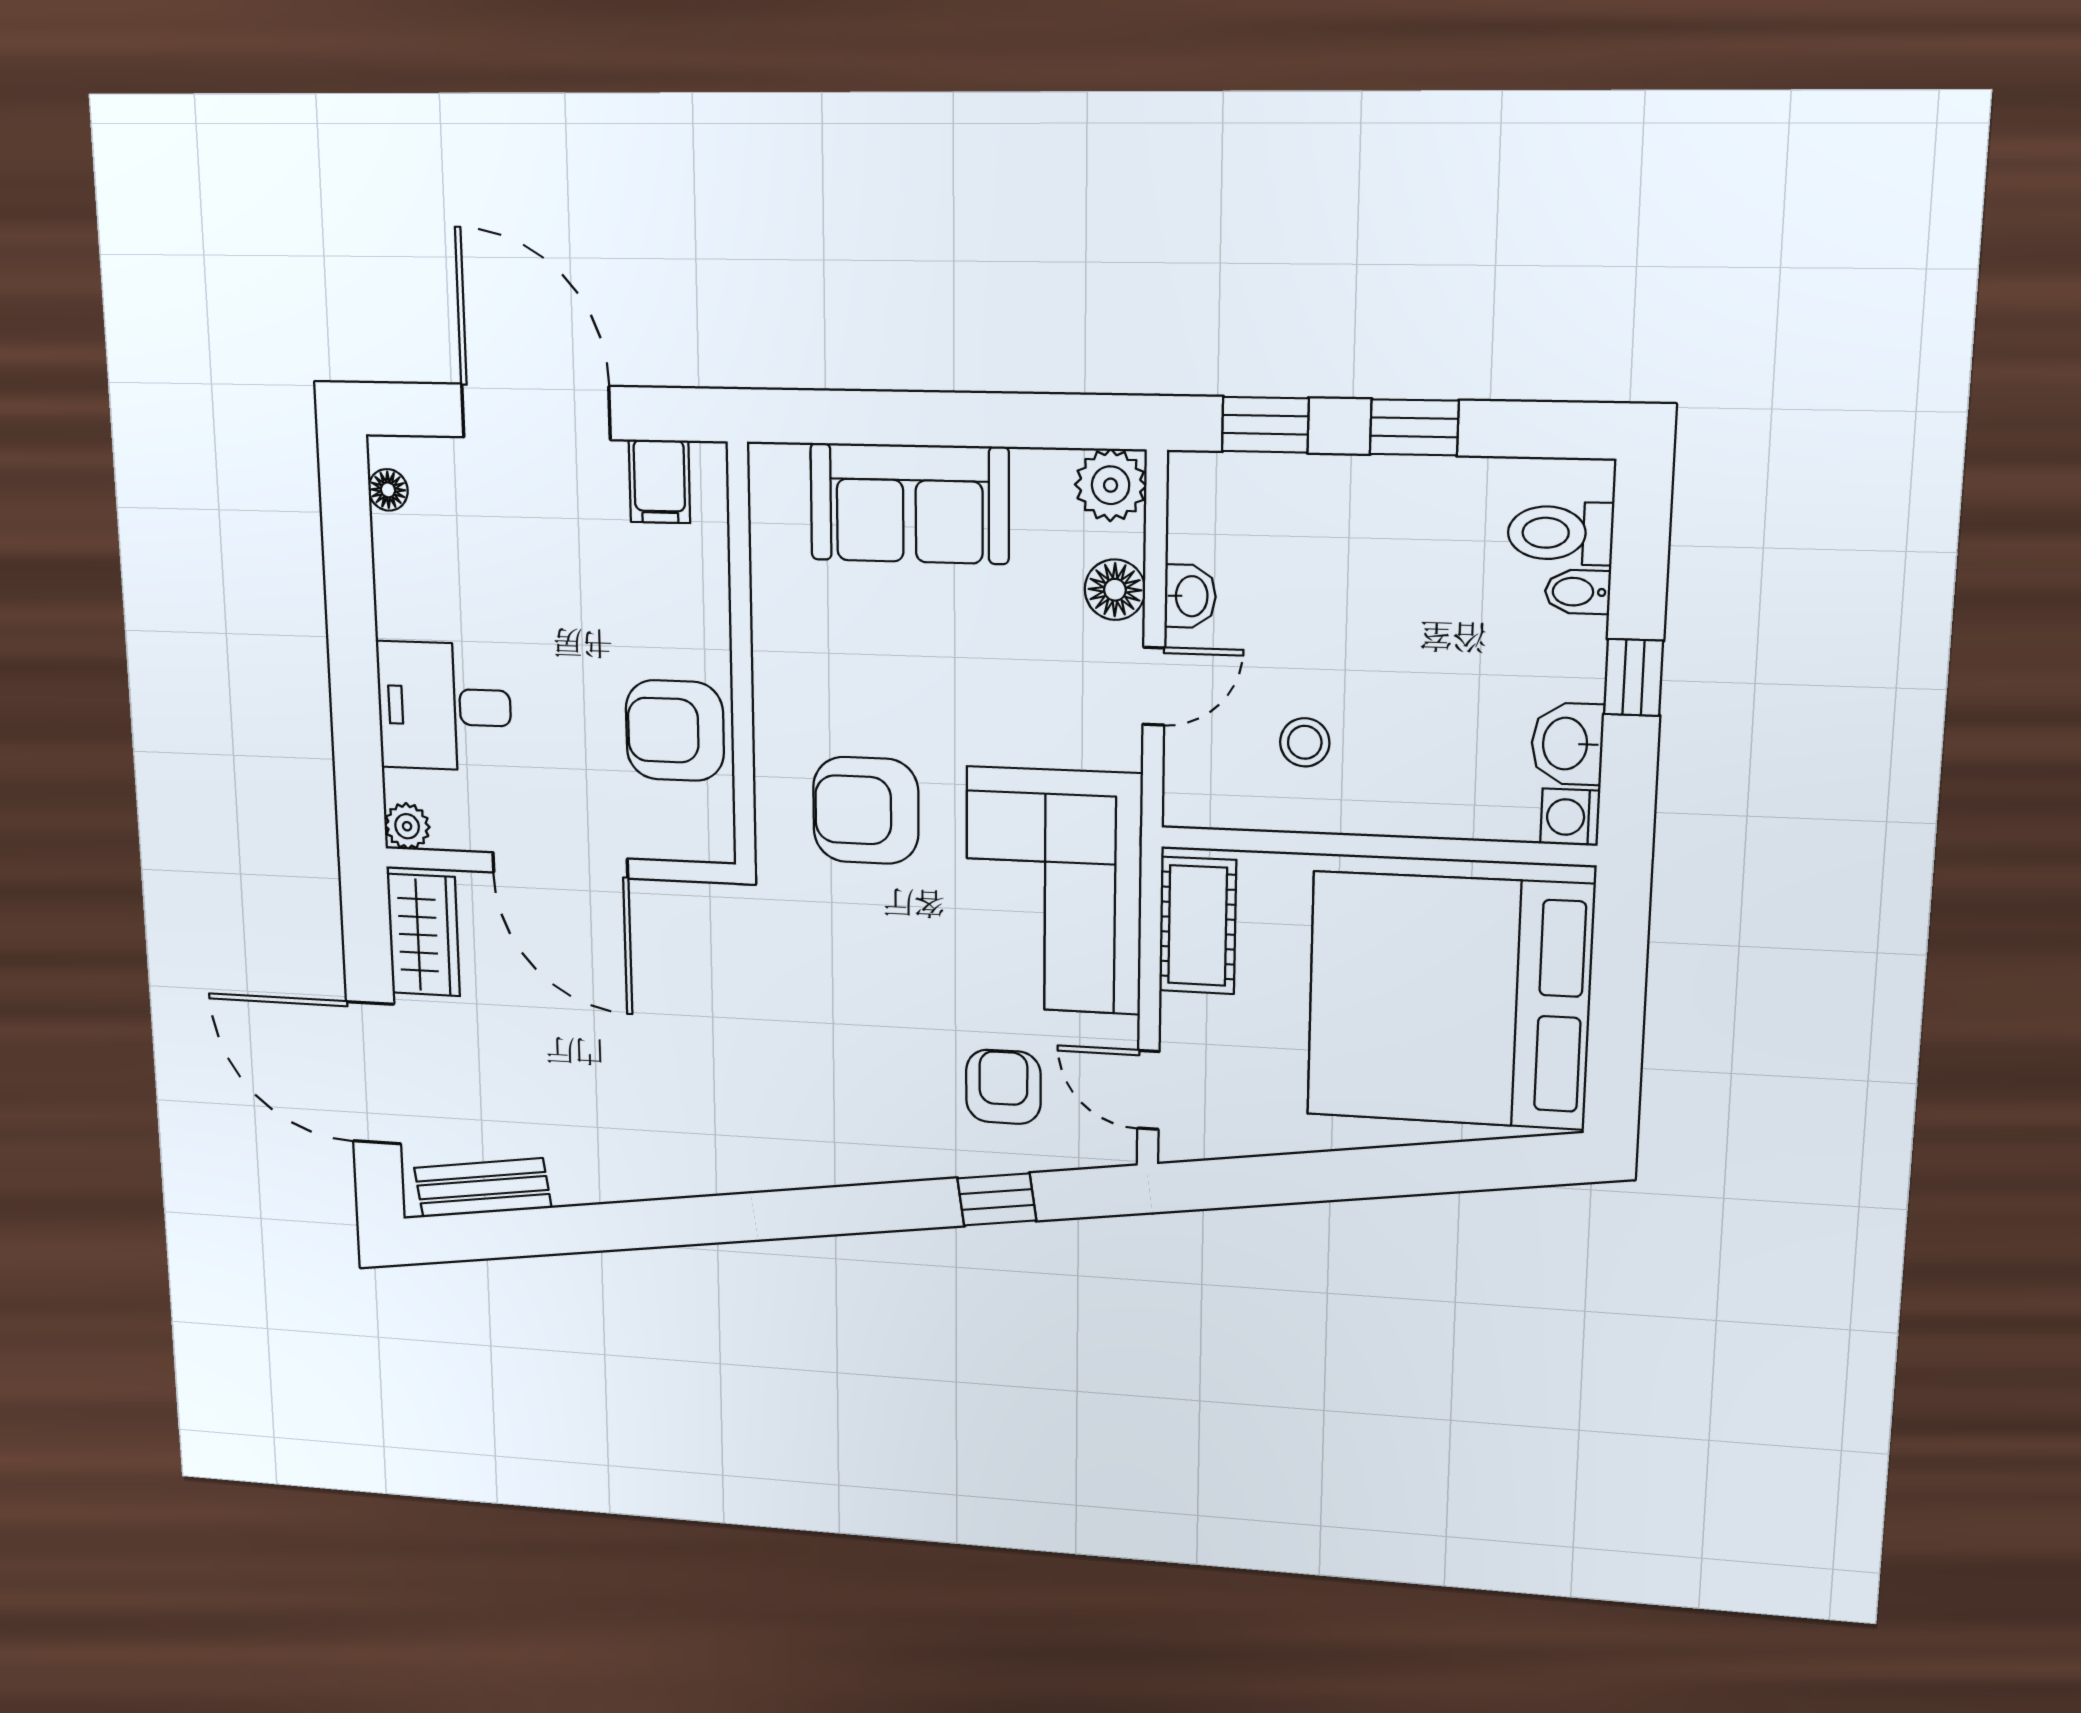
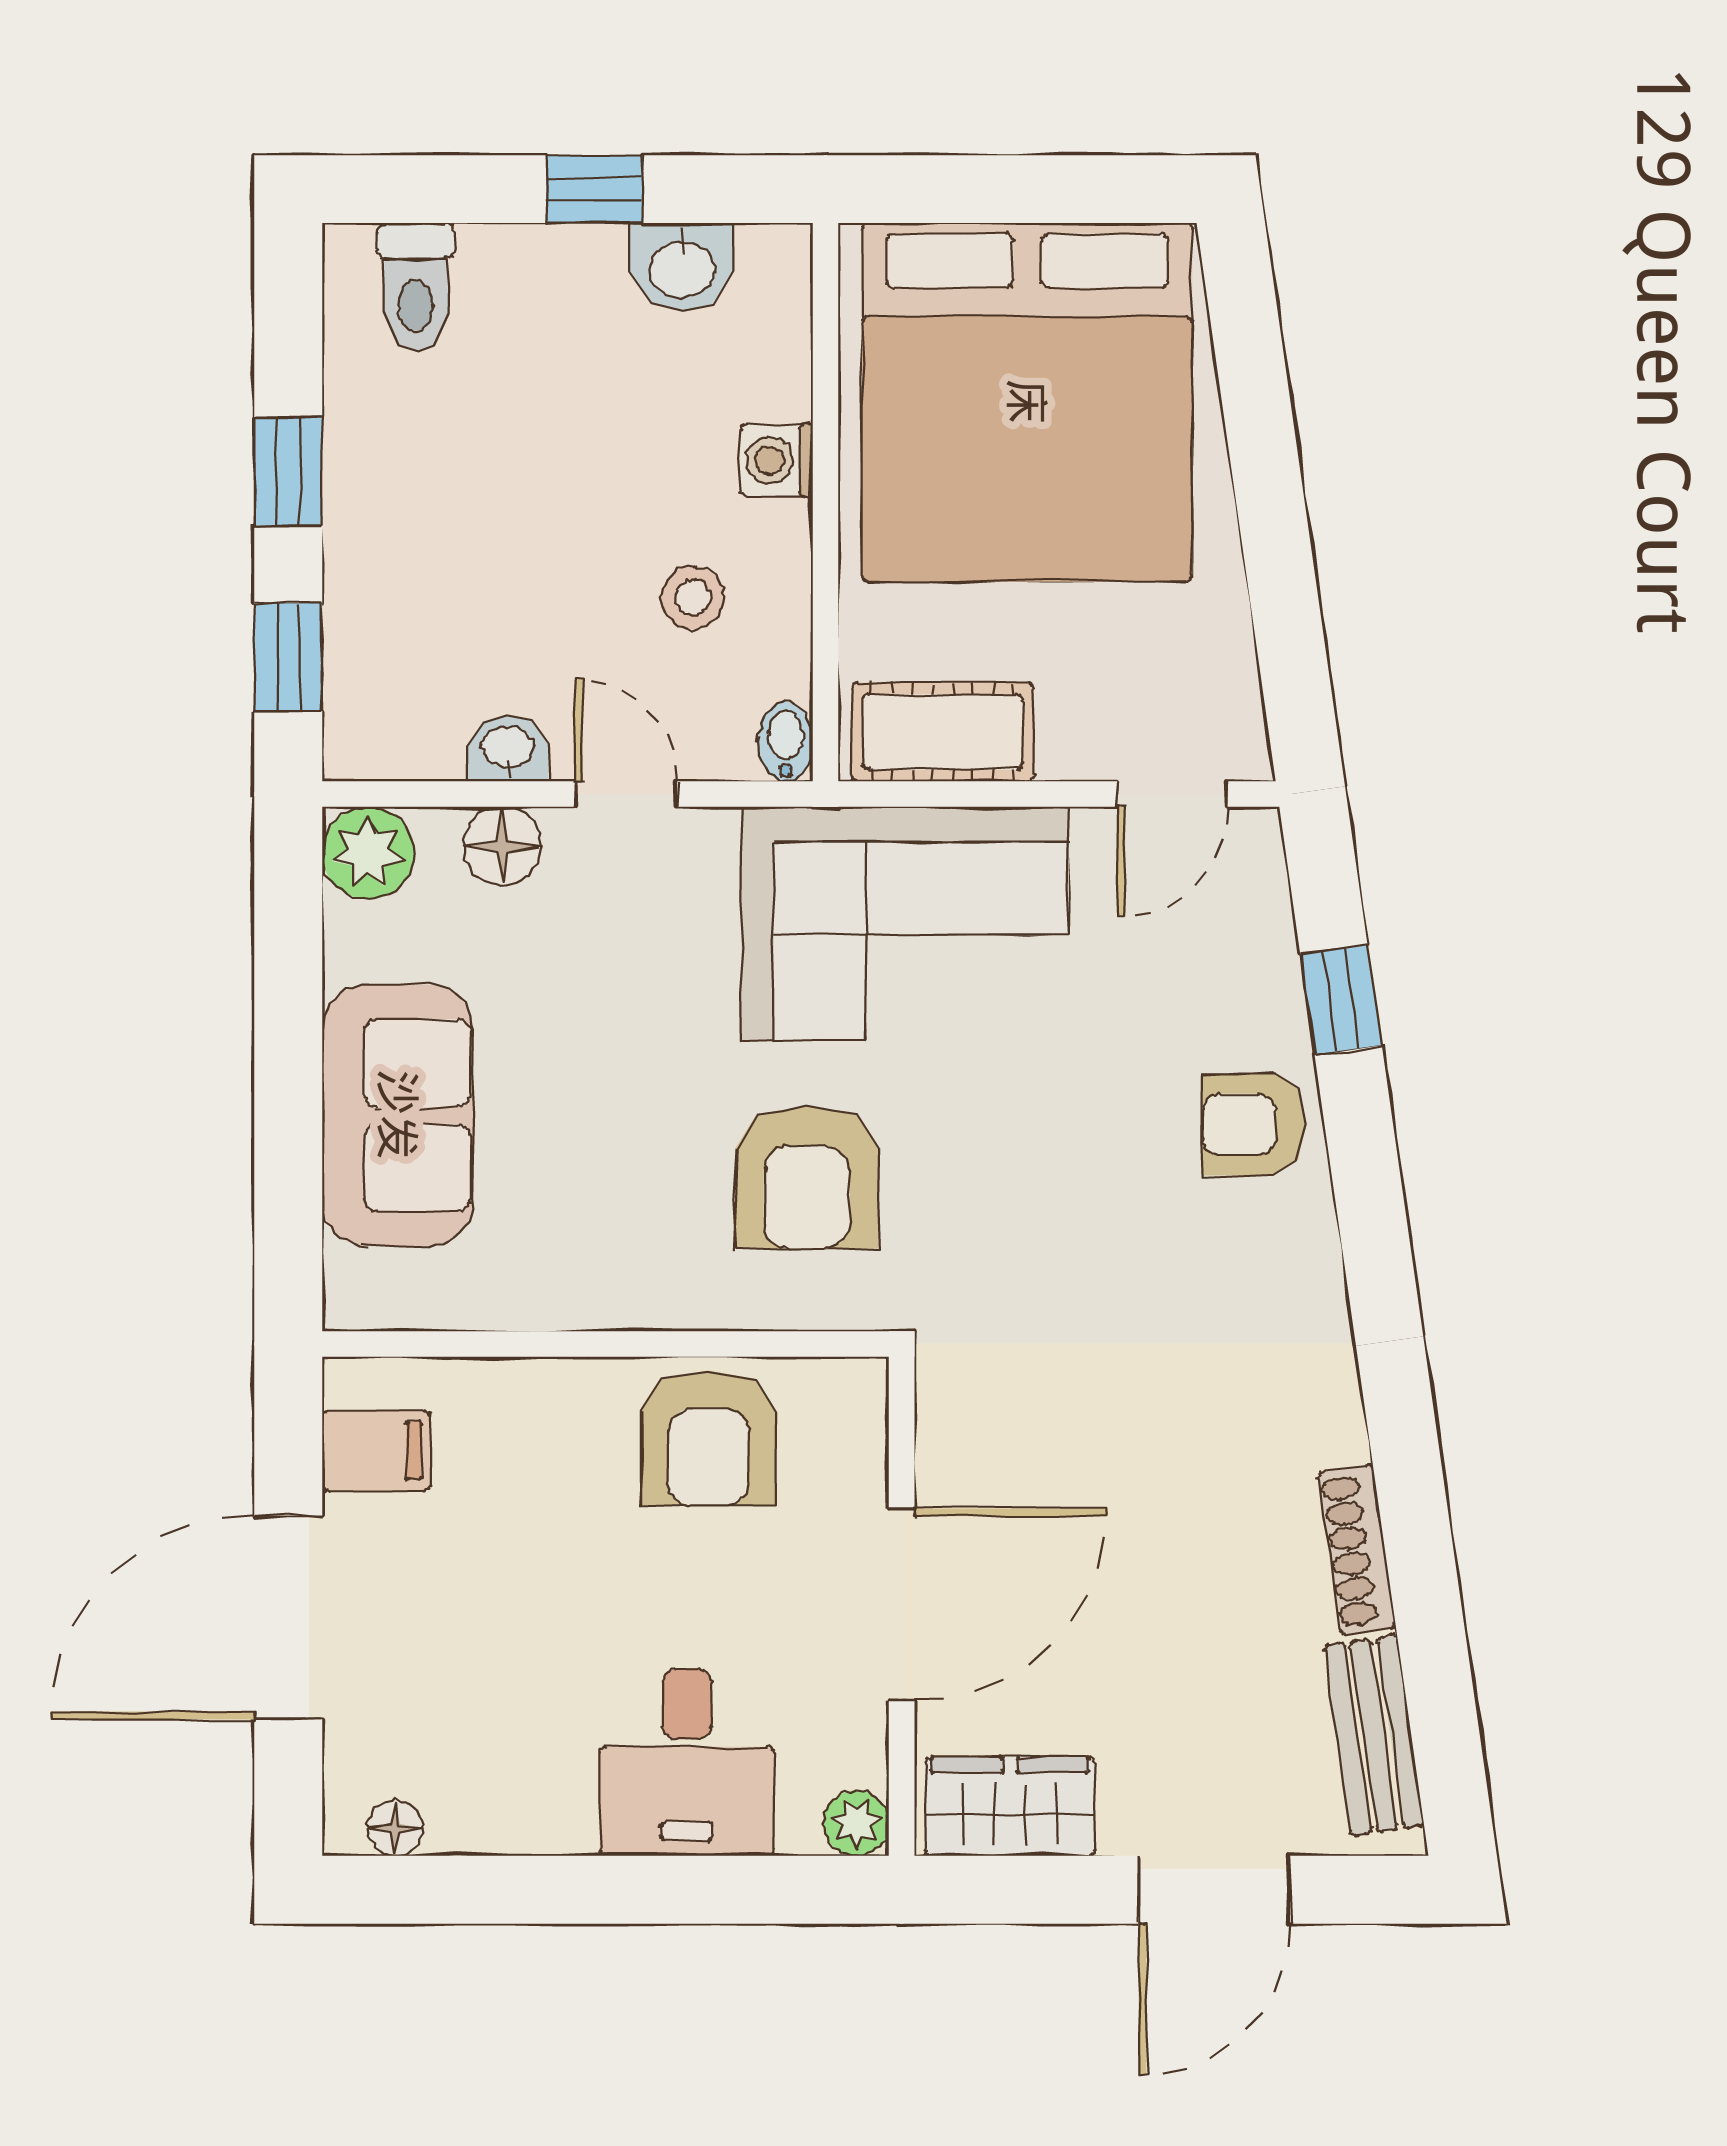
bidet: (1578, 592) -> (786, 742), moved, turned 180
washing machine: (1570, 817) -> (777, 460), moved, turned 90
door: (374, 1073) -> (1214, 1890), width x0.73
armchair: (1003, 1087) -> (1253, 1124), moved
shoe rack: (609, 1184) -> (1357, 1550), added

